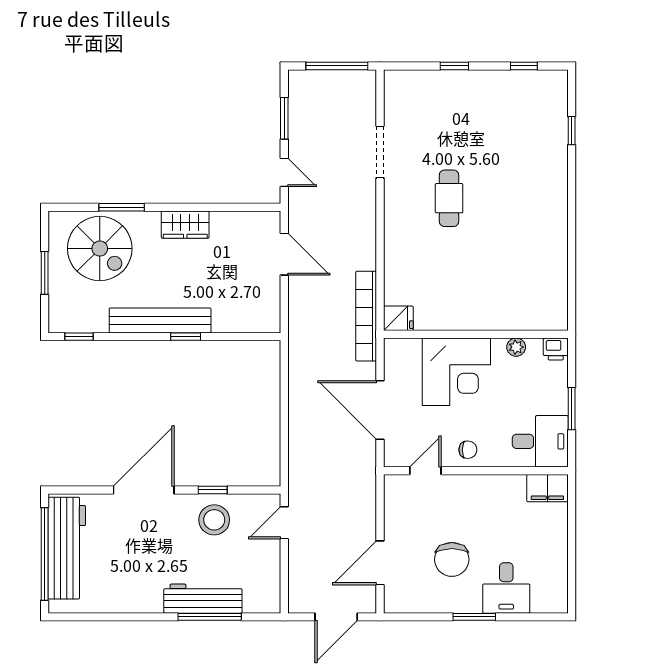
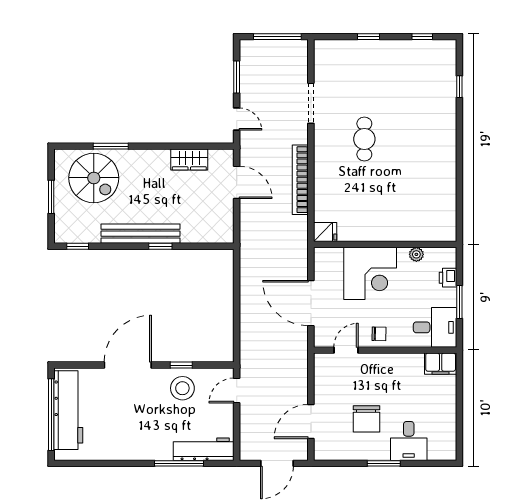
wardrobe: (185, 225) -> (189, 159), moved
bookcase: (366, 316) -> (300, 180), moved
printer: (556, 349) -> (448, 278), moved, turned 90
workbench: (203, 599) -> (204, 449), moved

